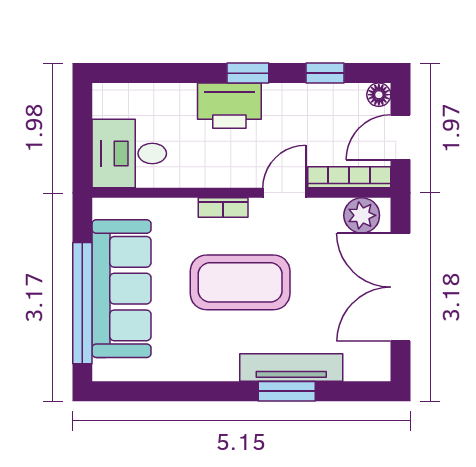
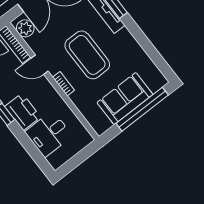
desk: (129, 153) -> (49, 134), moved, turned 90
sofa: (122, 289) -> (125, 99), width x0.73

